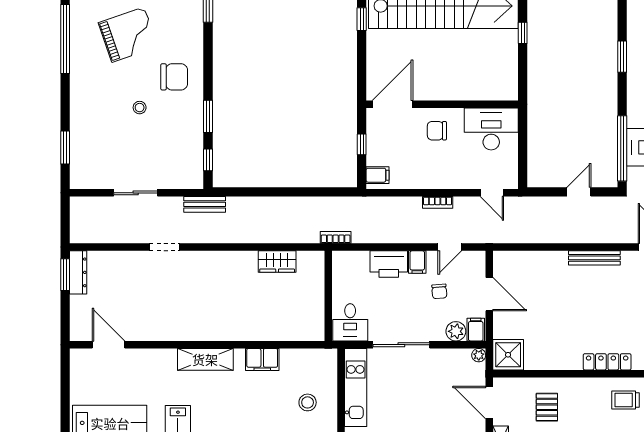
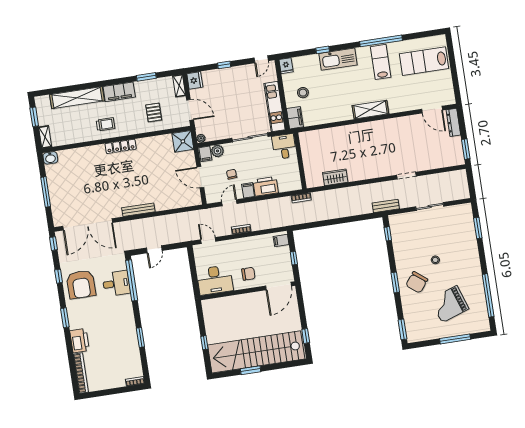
chair: (174, 77) -> (417, 282), turned -52
window: (208, 116) -> (395, 282), moved
dresser: (78, 272) -> (453, 122), moved
filing cabinet: (262, 359) -> (295, 118), moved, turned 90

